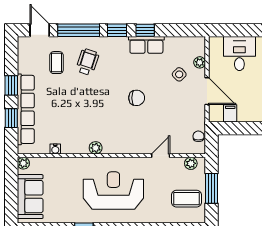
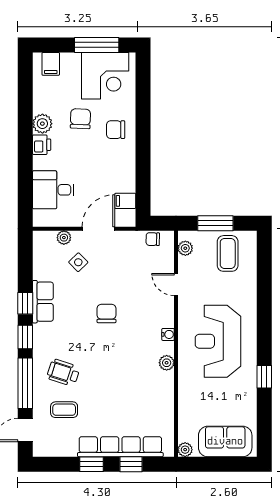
water cooler: (55, 149) -> (168, 334), moved

